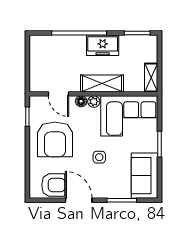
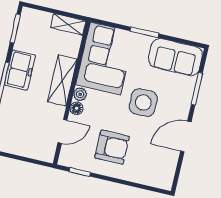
armchair: (55, 139) -> (112, 147), width x0.73, depth x0.73
side table: (99, 157) -> (143, 103), width x1.87, depth x1.87
armchair: (53, 185) -> (162, 161), removed

